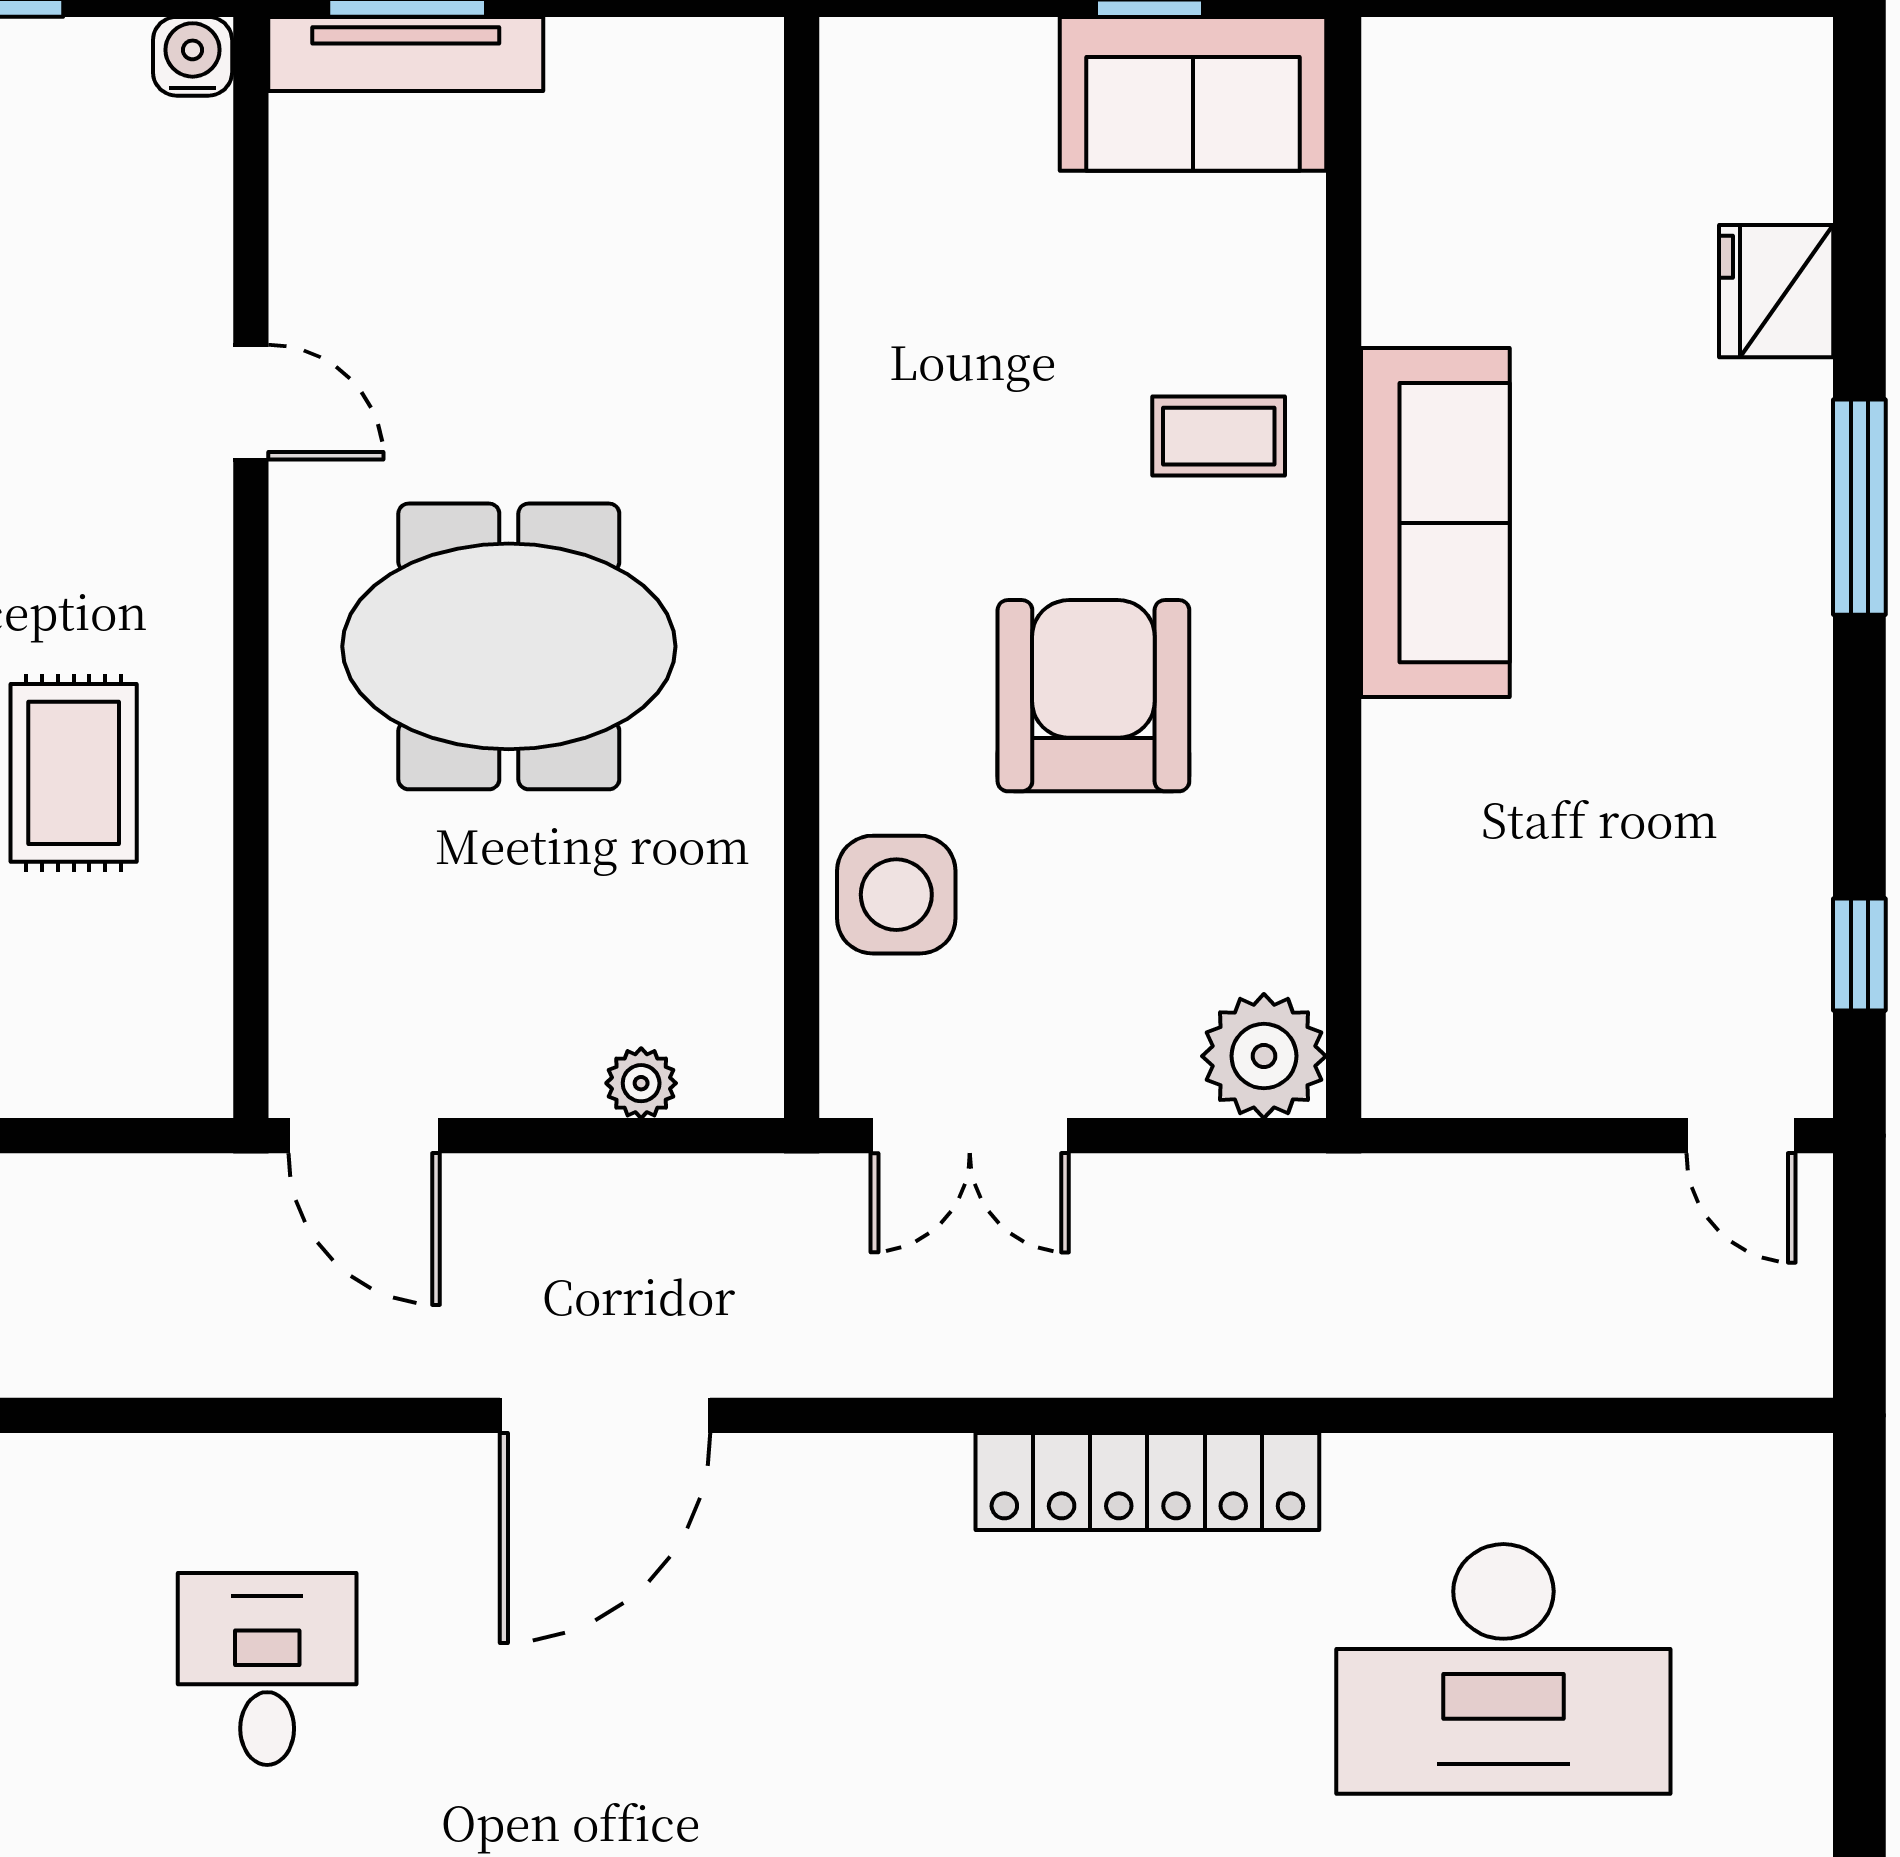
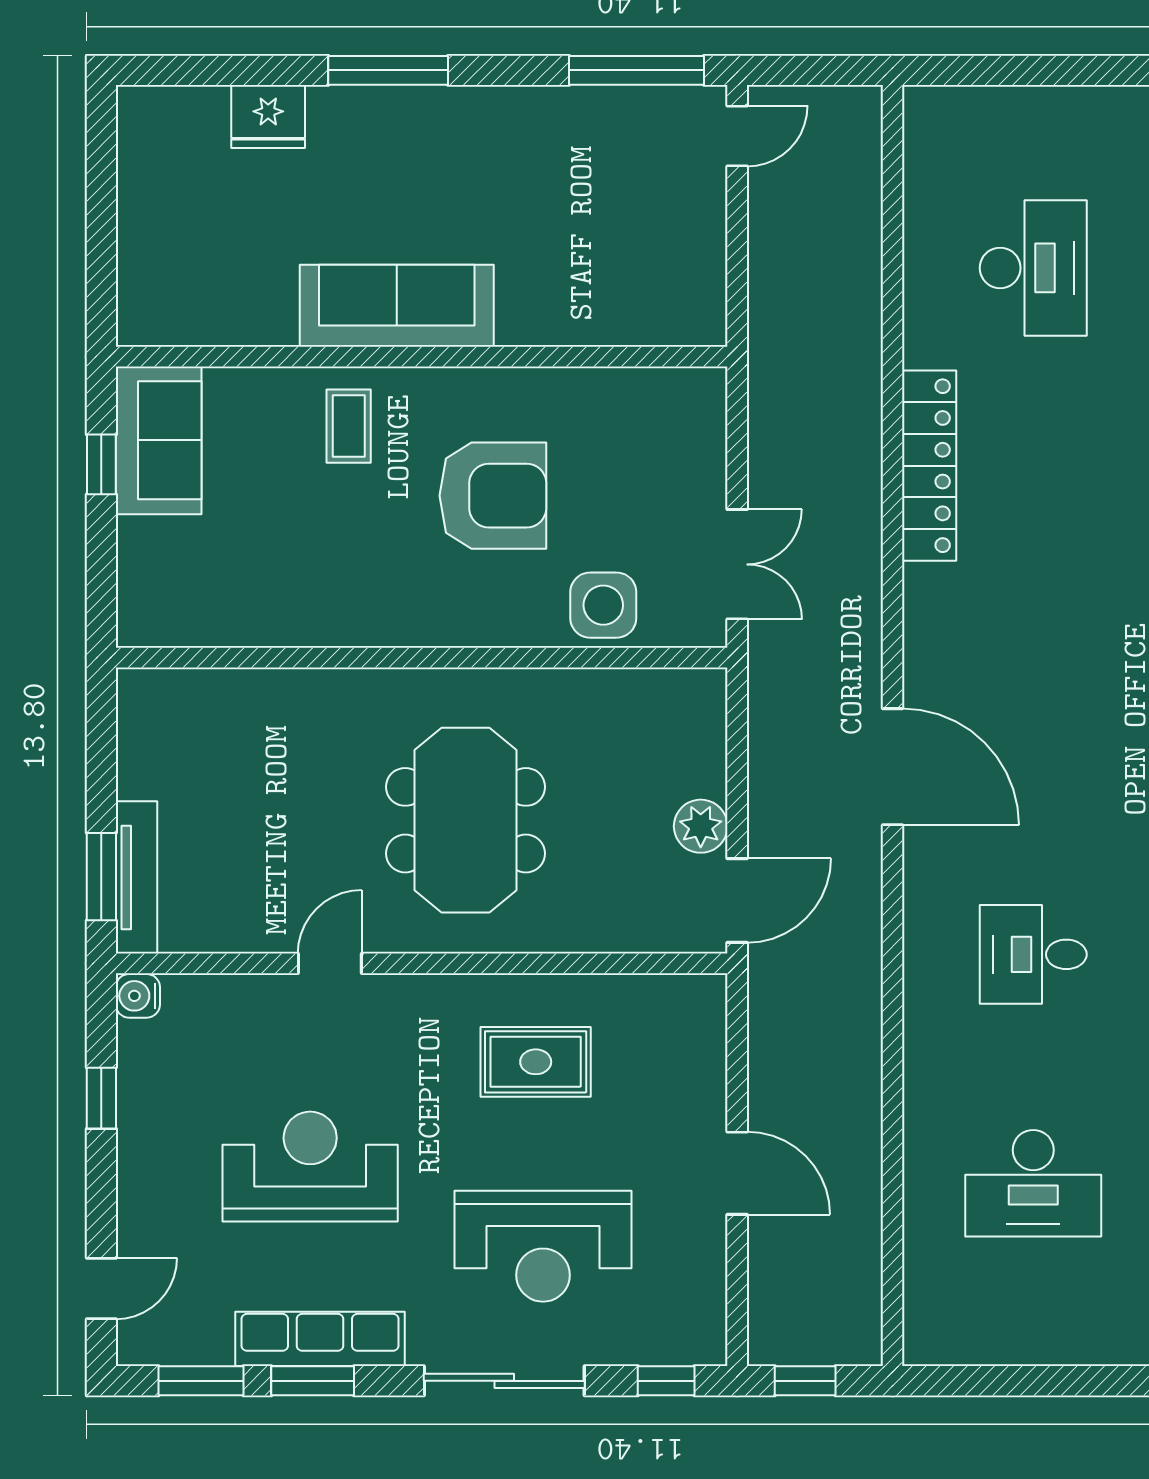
armchair: (1093, 696) -> (493, 496), turned 180
window: (1859, 954) -> (637, 70), width x2.17
plant: (1264, 1056) -> (693, 401), removed
plant: (641, 1083) -> (701, 826), moved, width x1.38, depth x1.38
desk: (1503, 1669) -> (1033, 268), width x0.73, depth x0.77

